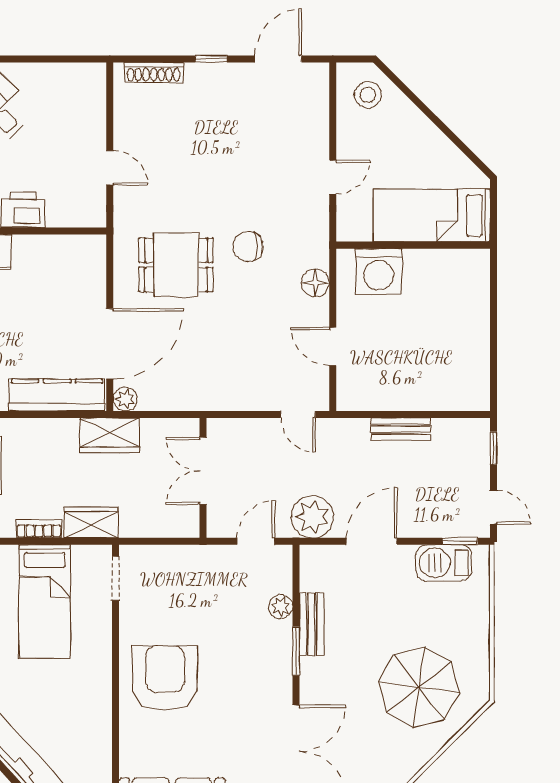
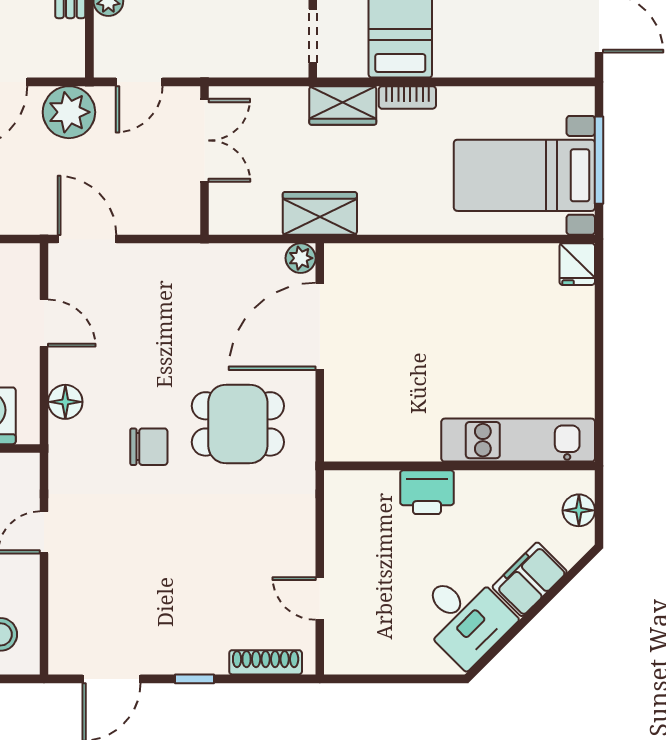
door: (110, 168) -> (320, 598), moved
kitchen counter: (57, 395) -> (385, 263), removed
door: (298, 414) -> (87, 239), width x1.37
double door: (203, 471) -> (205, 140), moved

